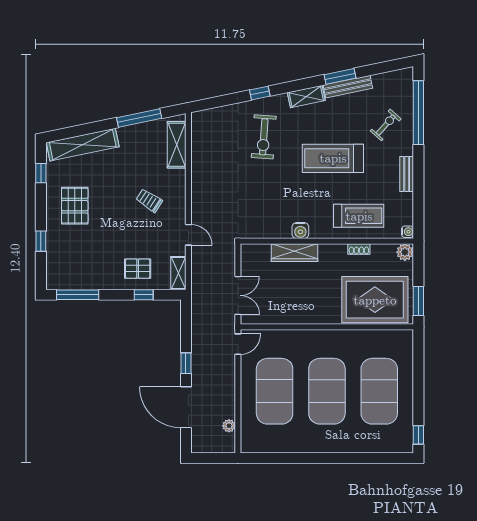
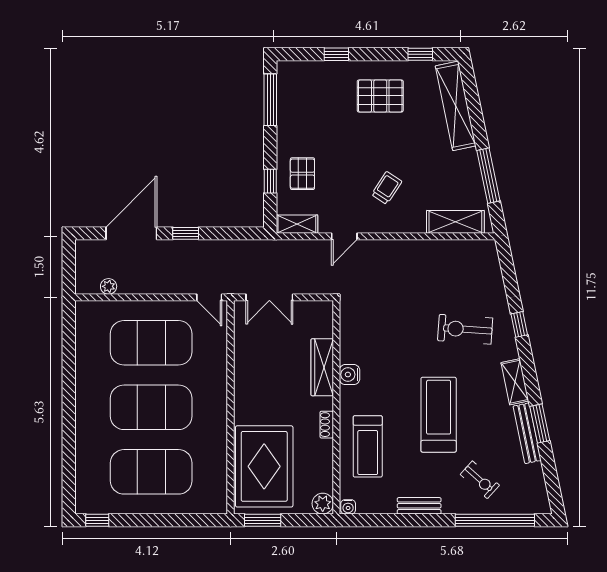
shoe rack: (359, 249) -> (327, 425), moved

